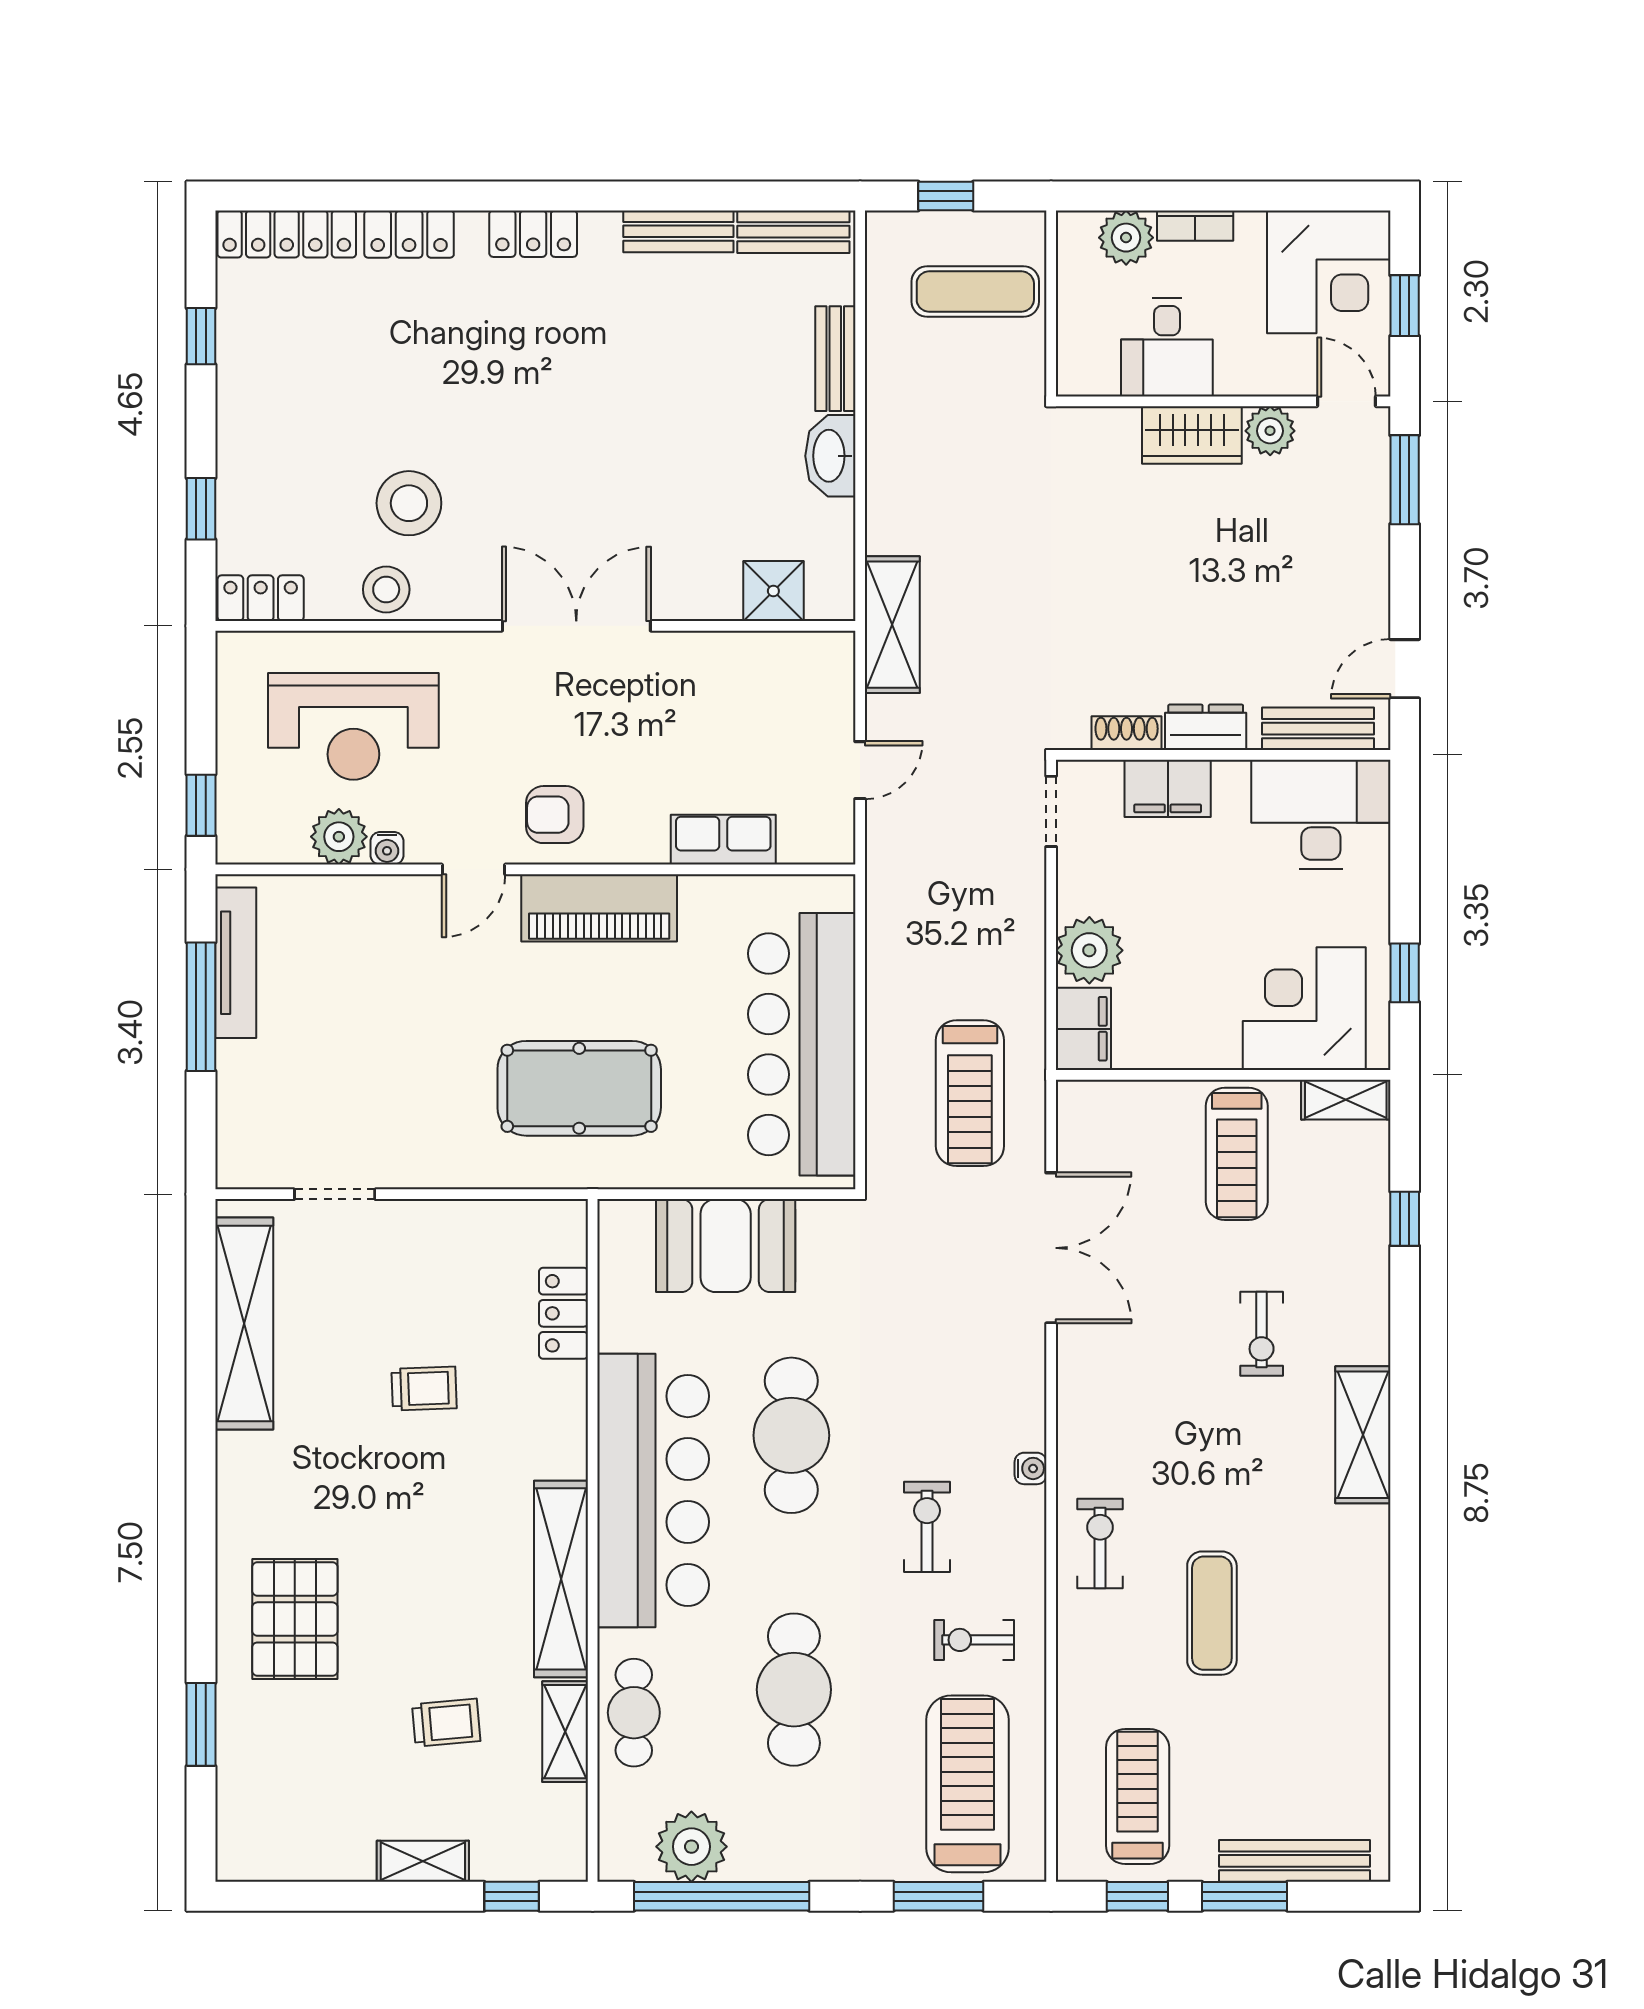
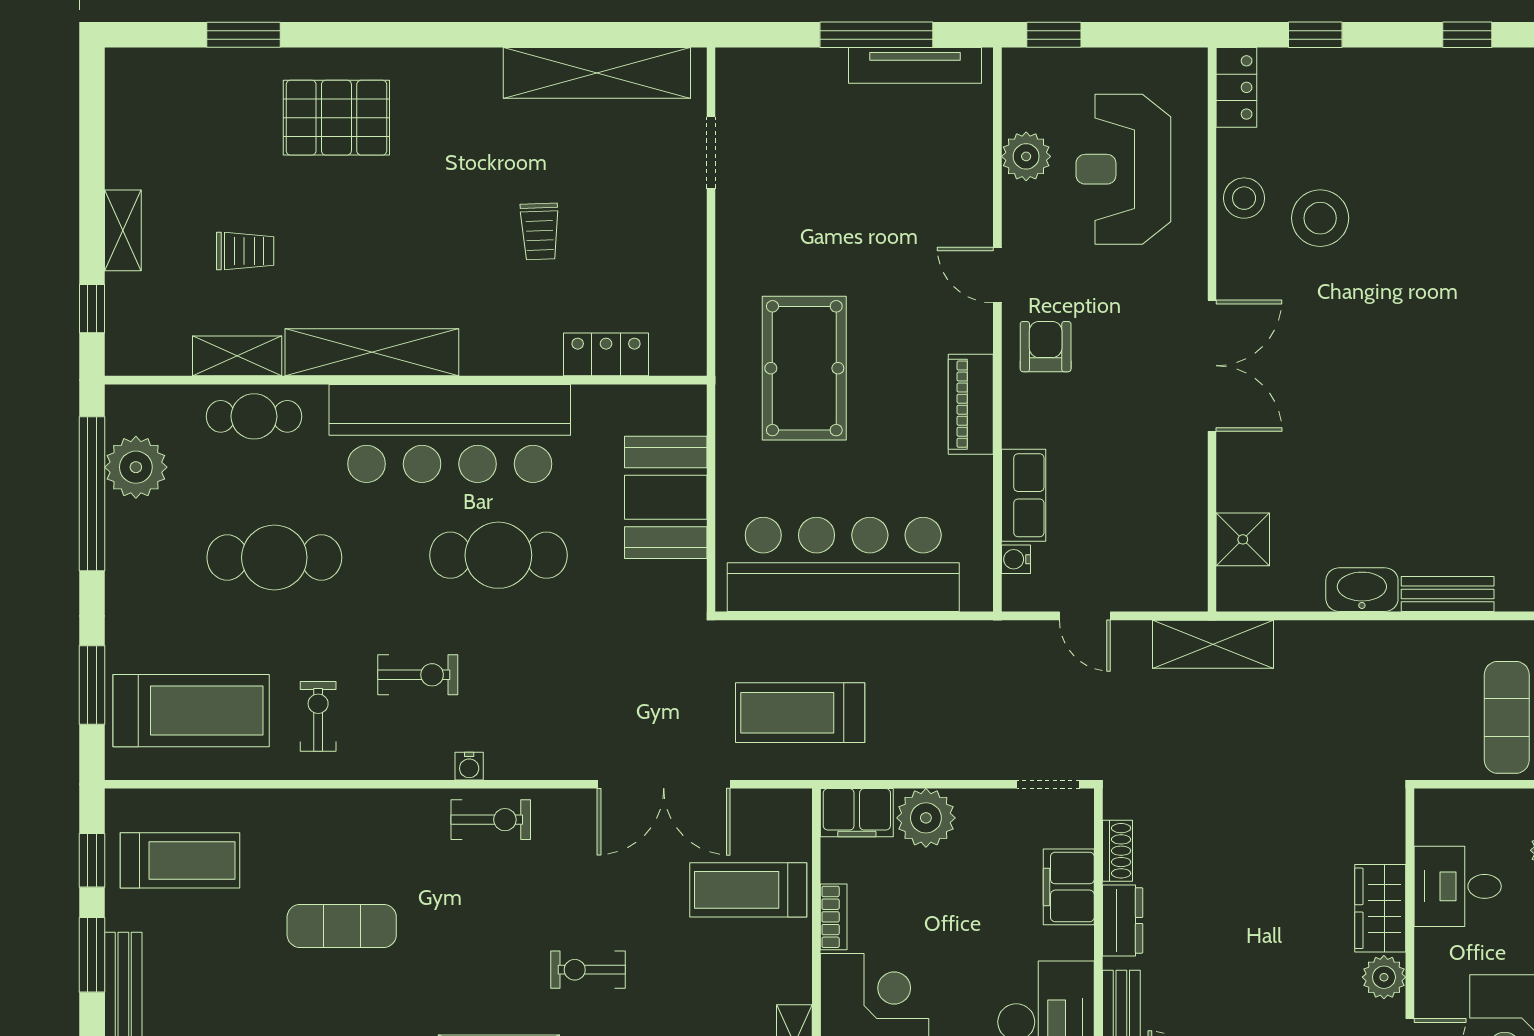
water cooler: (387, 848) -> (1016, 559), moved
piano: (599, 908) -> (971, 404), width x0.73, depth x0.75
bookcase: (1202, 1055) -> (834, 917), added
treadmill: (1237, 1154) -> (748, 890), moved
exercise bike: (1100, 1543) -> (491, 820), moved
trolley: (446, 1723) -> (245, 251), turned -85

